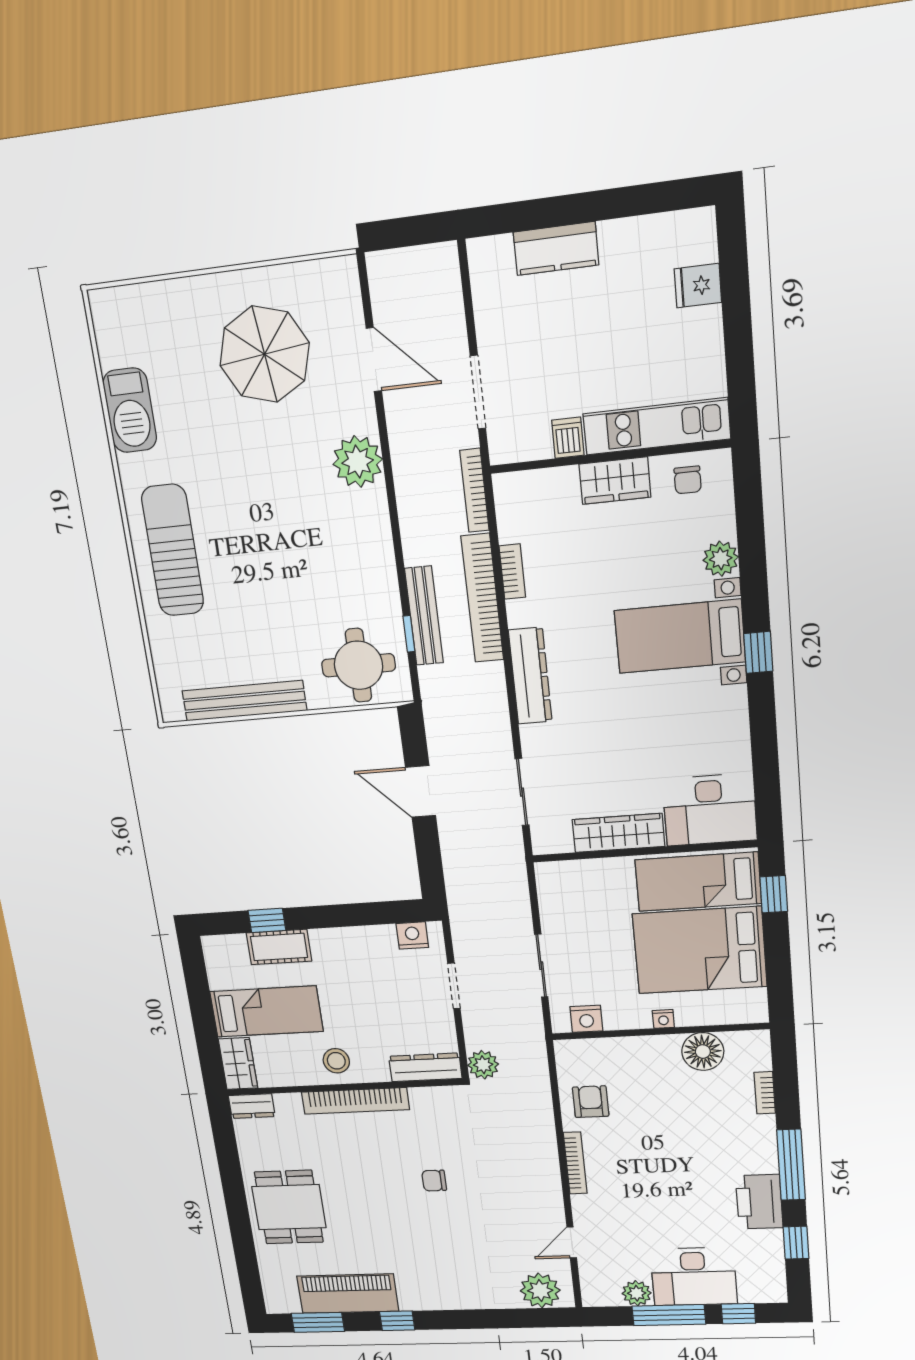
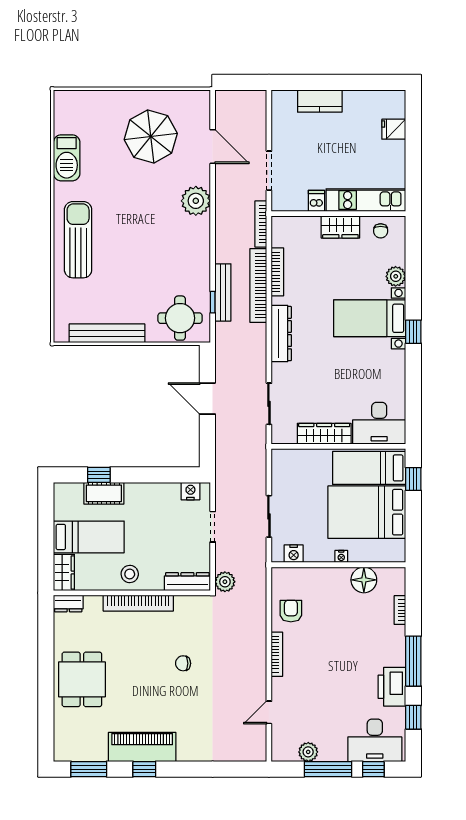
bookcase: (512, 571) -> (277, 272), width x1.56
desk: (694, 1277) -> (375, 740), moved
plant: (540, 1291) -> (244, 748), removed
piano: (348, 1294) -> (142, 747), moved

